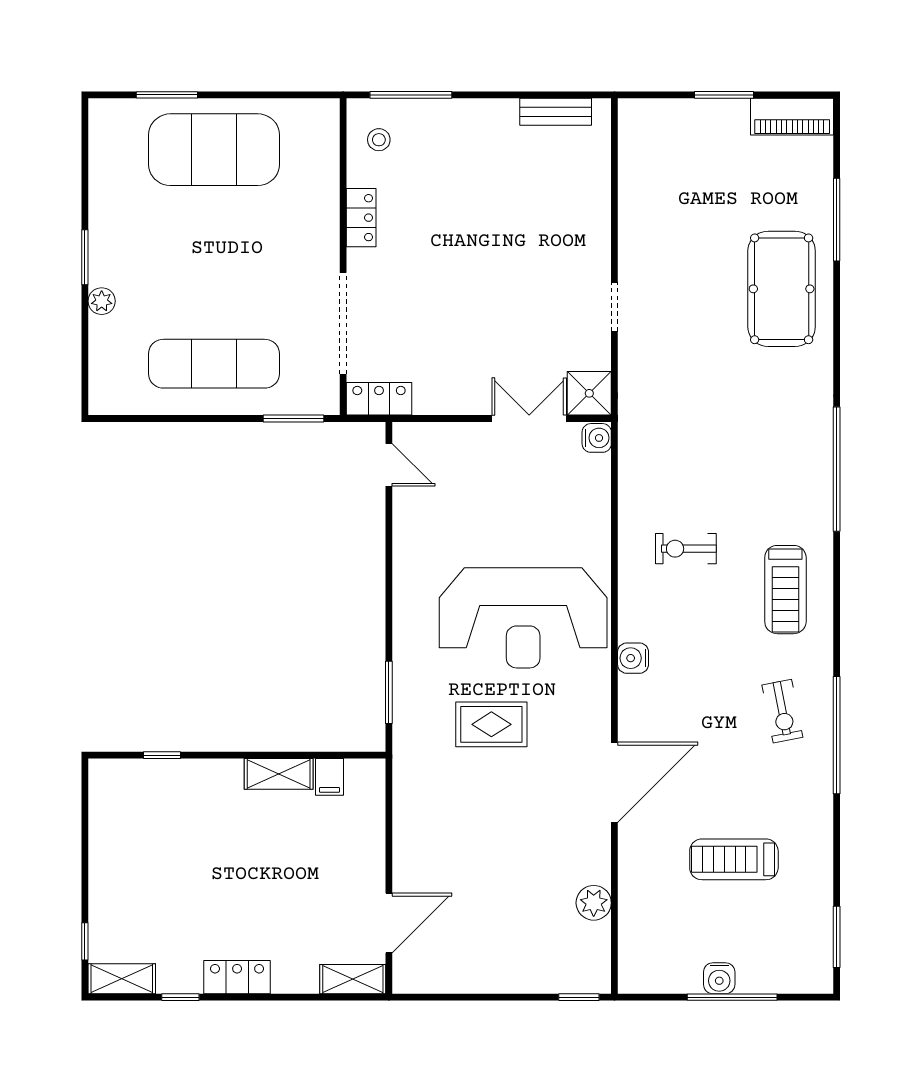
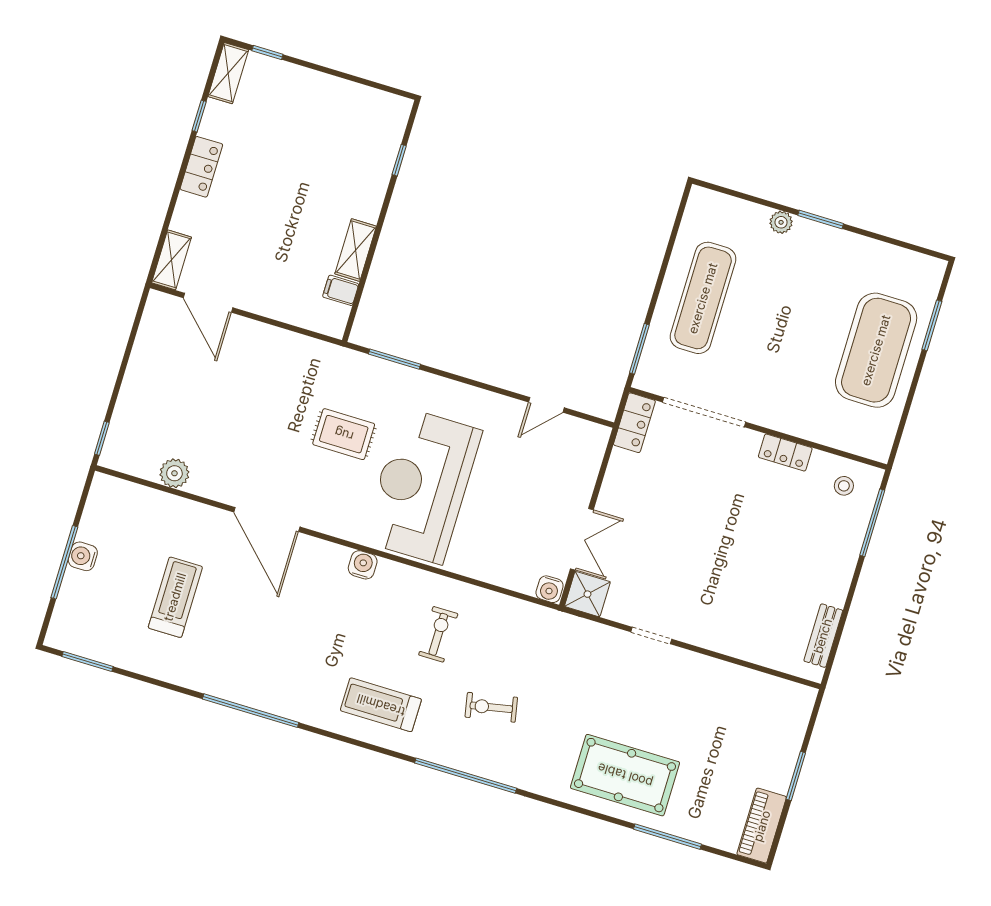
door: (389, 465) -> (546, 405), moved
exercise bike: (782, 711) -> (491, 707), moved
rug: (491, 724) -> (344, 434), turned 90

